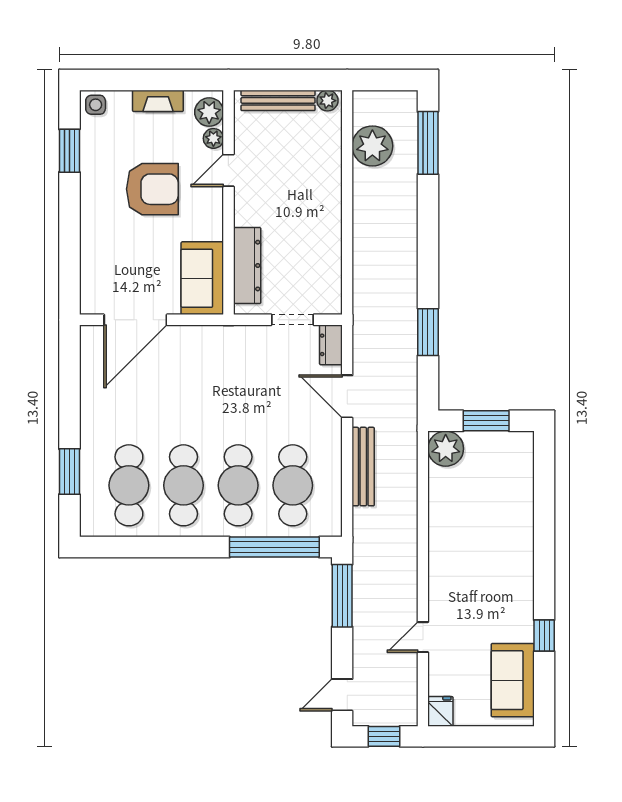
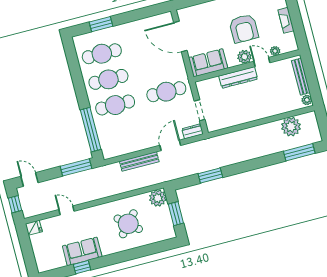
plant: (209, 112) -> (244, 57), moved
dresser: (247, 266) -> (238, 77), moved
cafe table: (293, 485) -> (166, 92), moved
round table: (482, 521) -> (128, 224), added
sofa: (513, 680) -> (82, 251), moved

